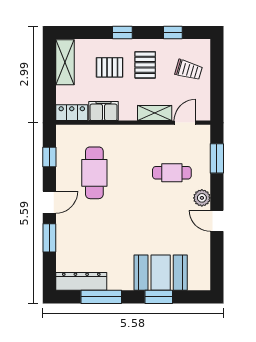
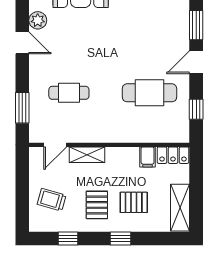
filing cabinet: (104, 111) -> (148, 157), width x0.50
cafe table: (94, 173) -> (149, 93), turned 90
plant: (202, 198) -> (38, 20), moved

